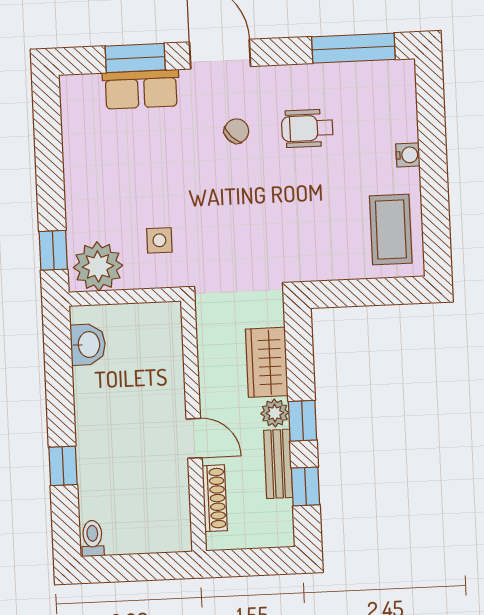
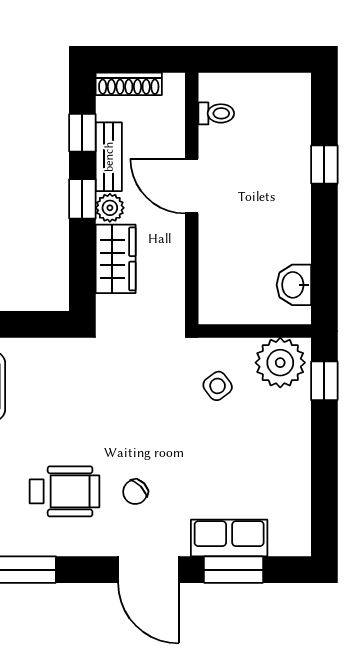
wheelchair: (307, 128) -> (64, 491), width x1.36, depth x1.37
side table: (159, 240) -> (218, 386), turned -37
door: (194, 438) -> (192, 186), width x1.38
shoe rack: (215, 498) -> (129, 84), moved, turned -90
toilet: (93, 538) -> (216, 113), moved, turned -90

